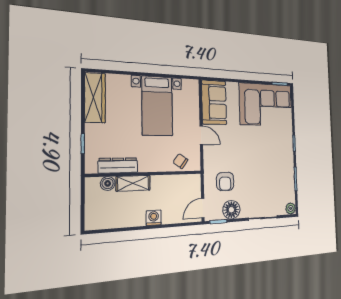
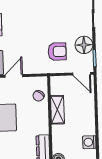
shelving: (133, 183) -> (57, 110), moved
washing machine: (154, 218) -> (89, 142), moved

